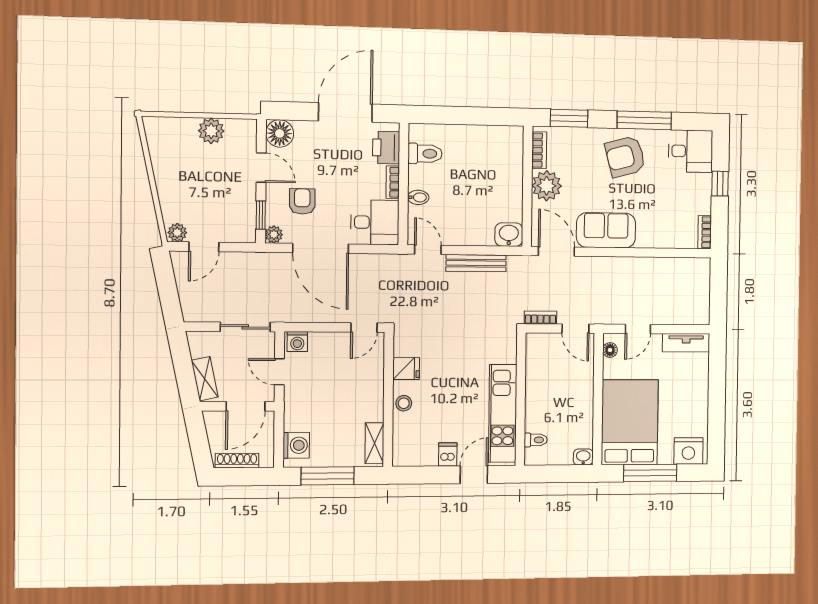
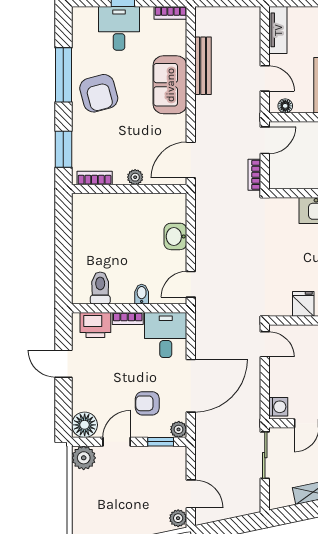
door: (345, 112) -> (63, 364), width x0.53
plant: (211, 131) -> (84, 458), moved
desk: (690, 151) -> (119, 28), moved
plant: (547, 186) -> (135, 177), width x0.53, depth x0.53
sofa: (606, 230) -> (170, 85), moved
washbasin: (509, 235) -> (175, 236), moved
bench: (476, 263) -> (203, 66), moved

